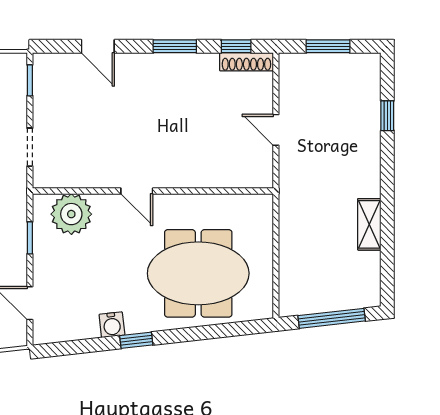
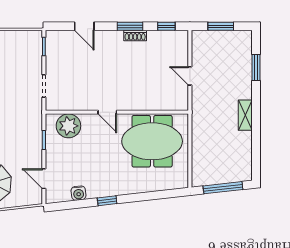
shoe rack: (246, 62) -> (135, 36), moved, width x0.70
window: (387, 116) -> (256, 67), width x1.50
shelving: (369, 224) -> (245, 115), moved
meeting table: (198, 273) -> (152, 141), moved
water cooler: (112, 325) -> (79, 193), moved

